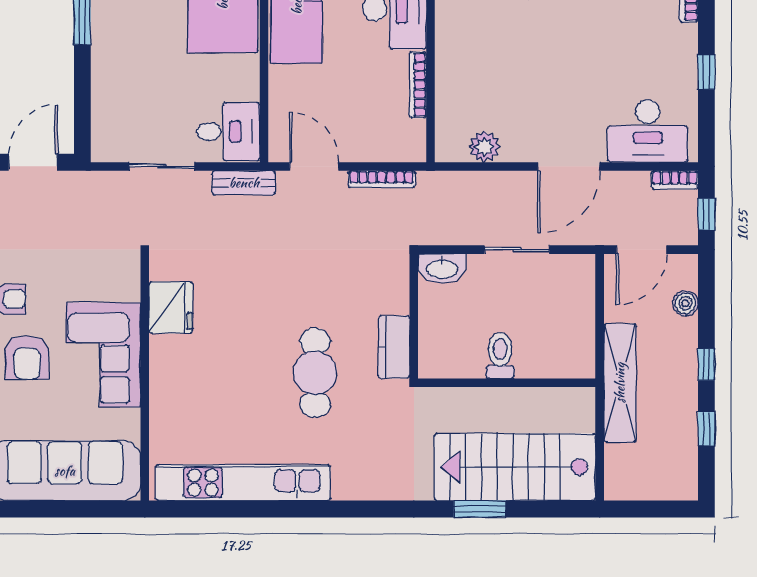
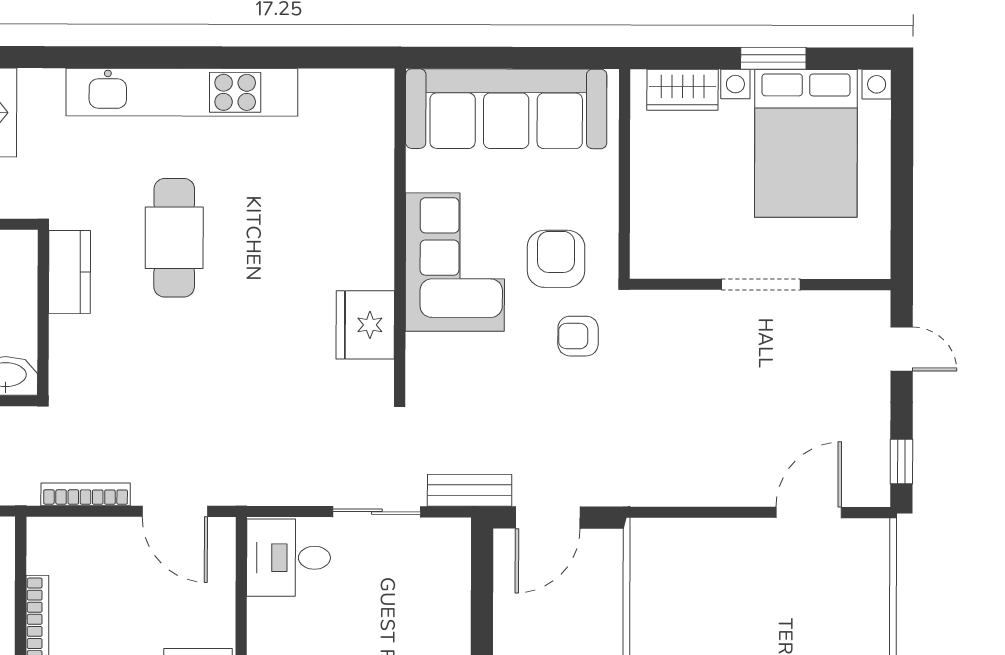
bench: (244, 183) -> (470, 490), moved
kitchen unit: (243, 483) -> (182, 92), moved

